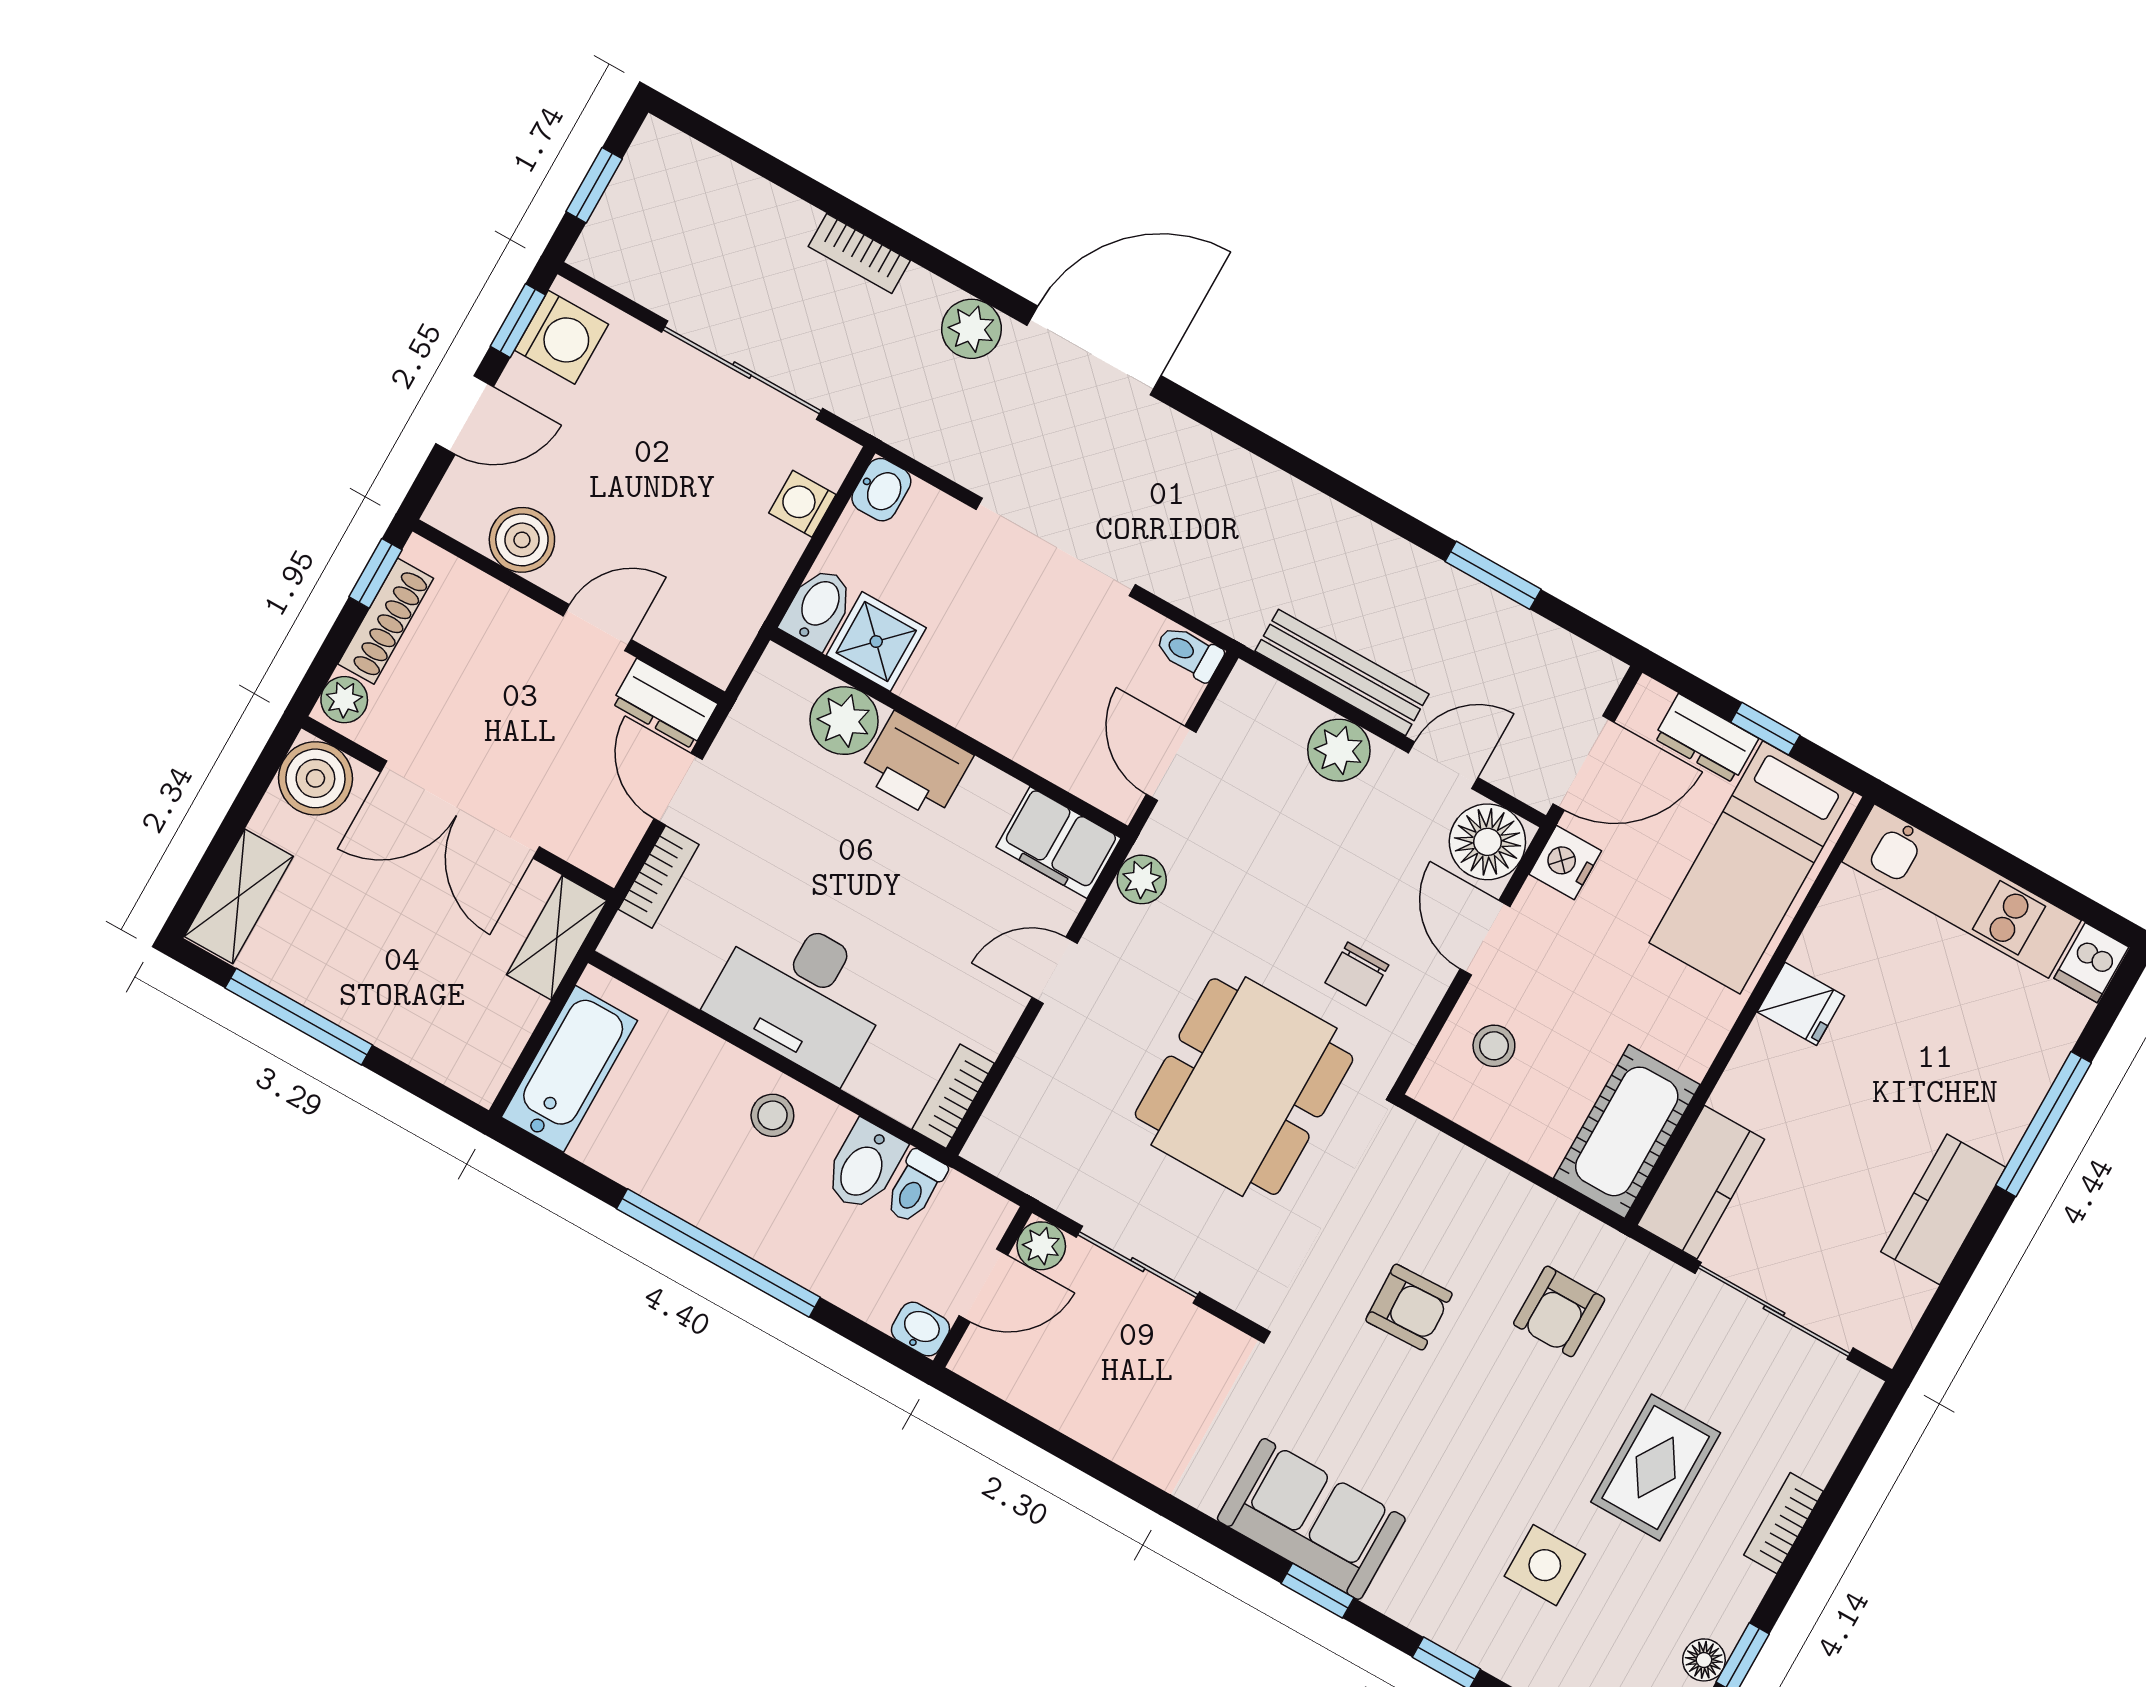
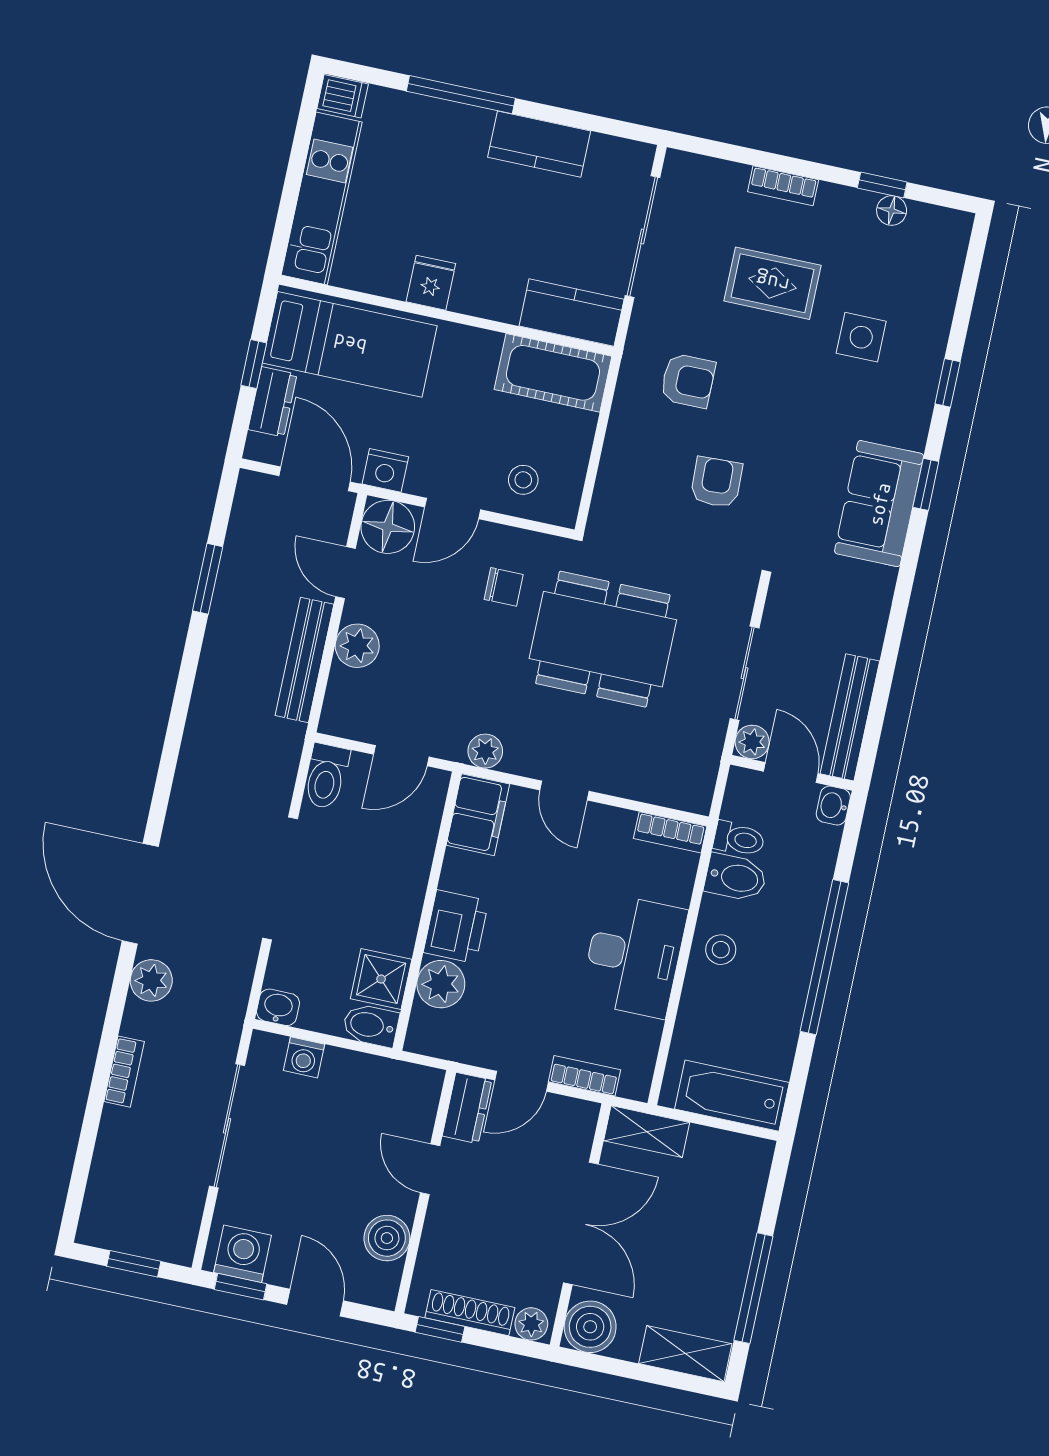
toilet: (1189, 653) -> (326, 776), width x1.37, depth x1.39
bench: (1033, 1389) -> (850, 717), added

